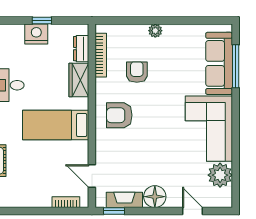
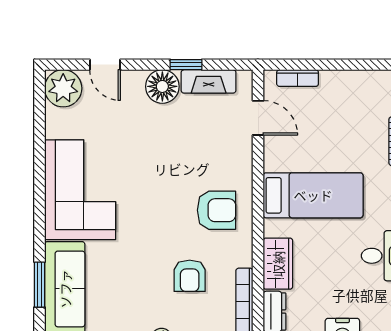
window: (236, 66) -> (40, 285), width x0.69
plant: (220, 175) -> (63, 88), moved
window: (114, 211) -> (186, 65), moved

